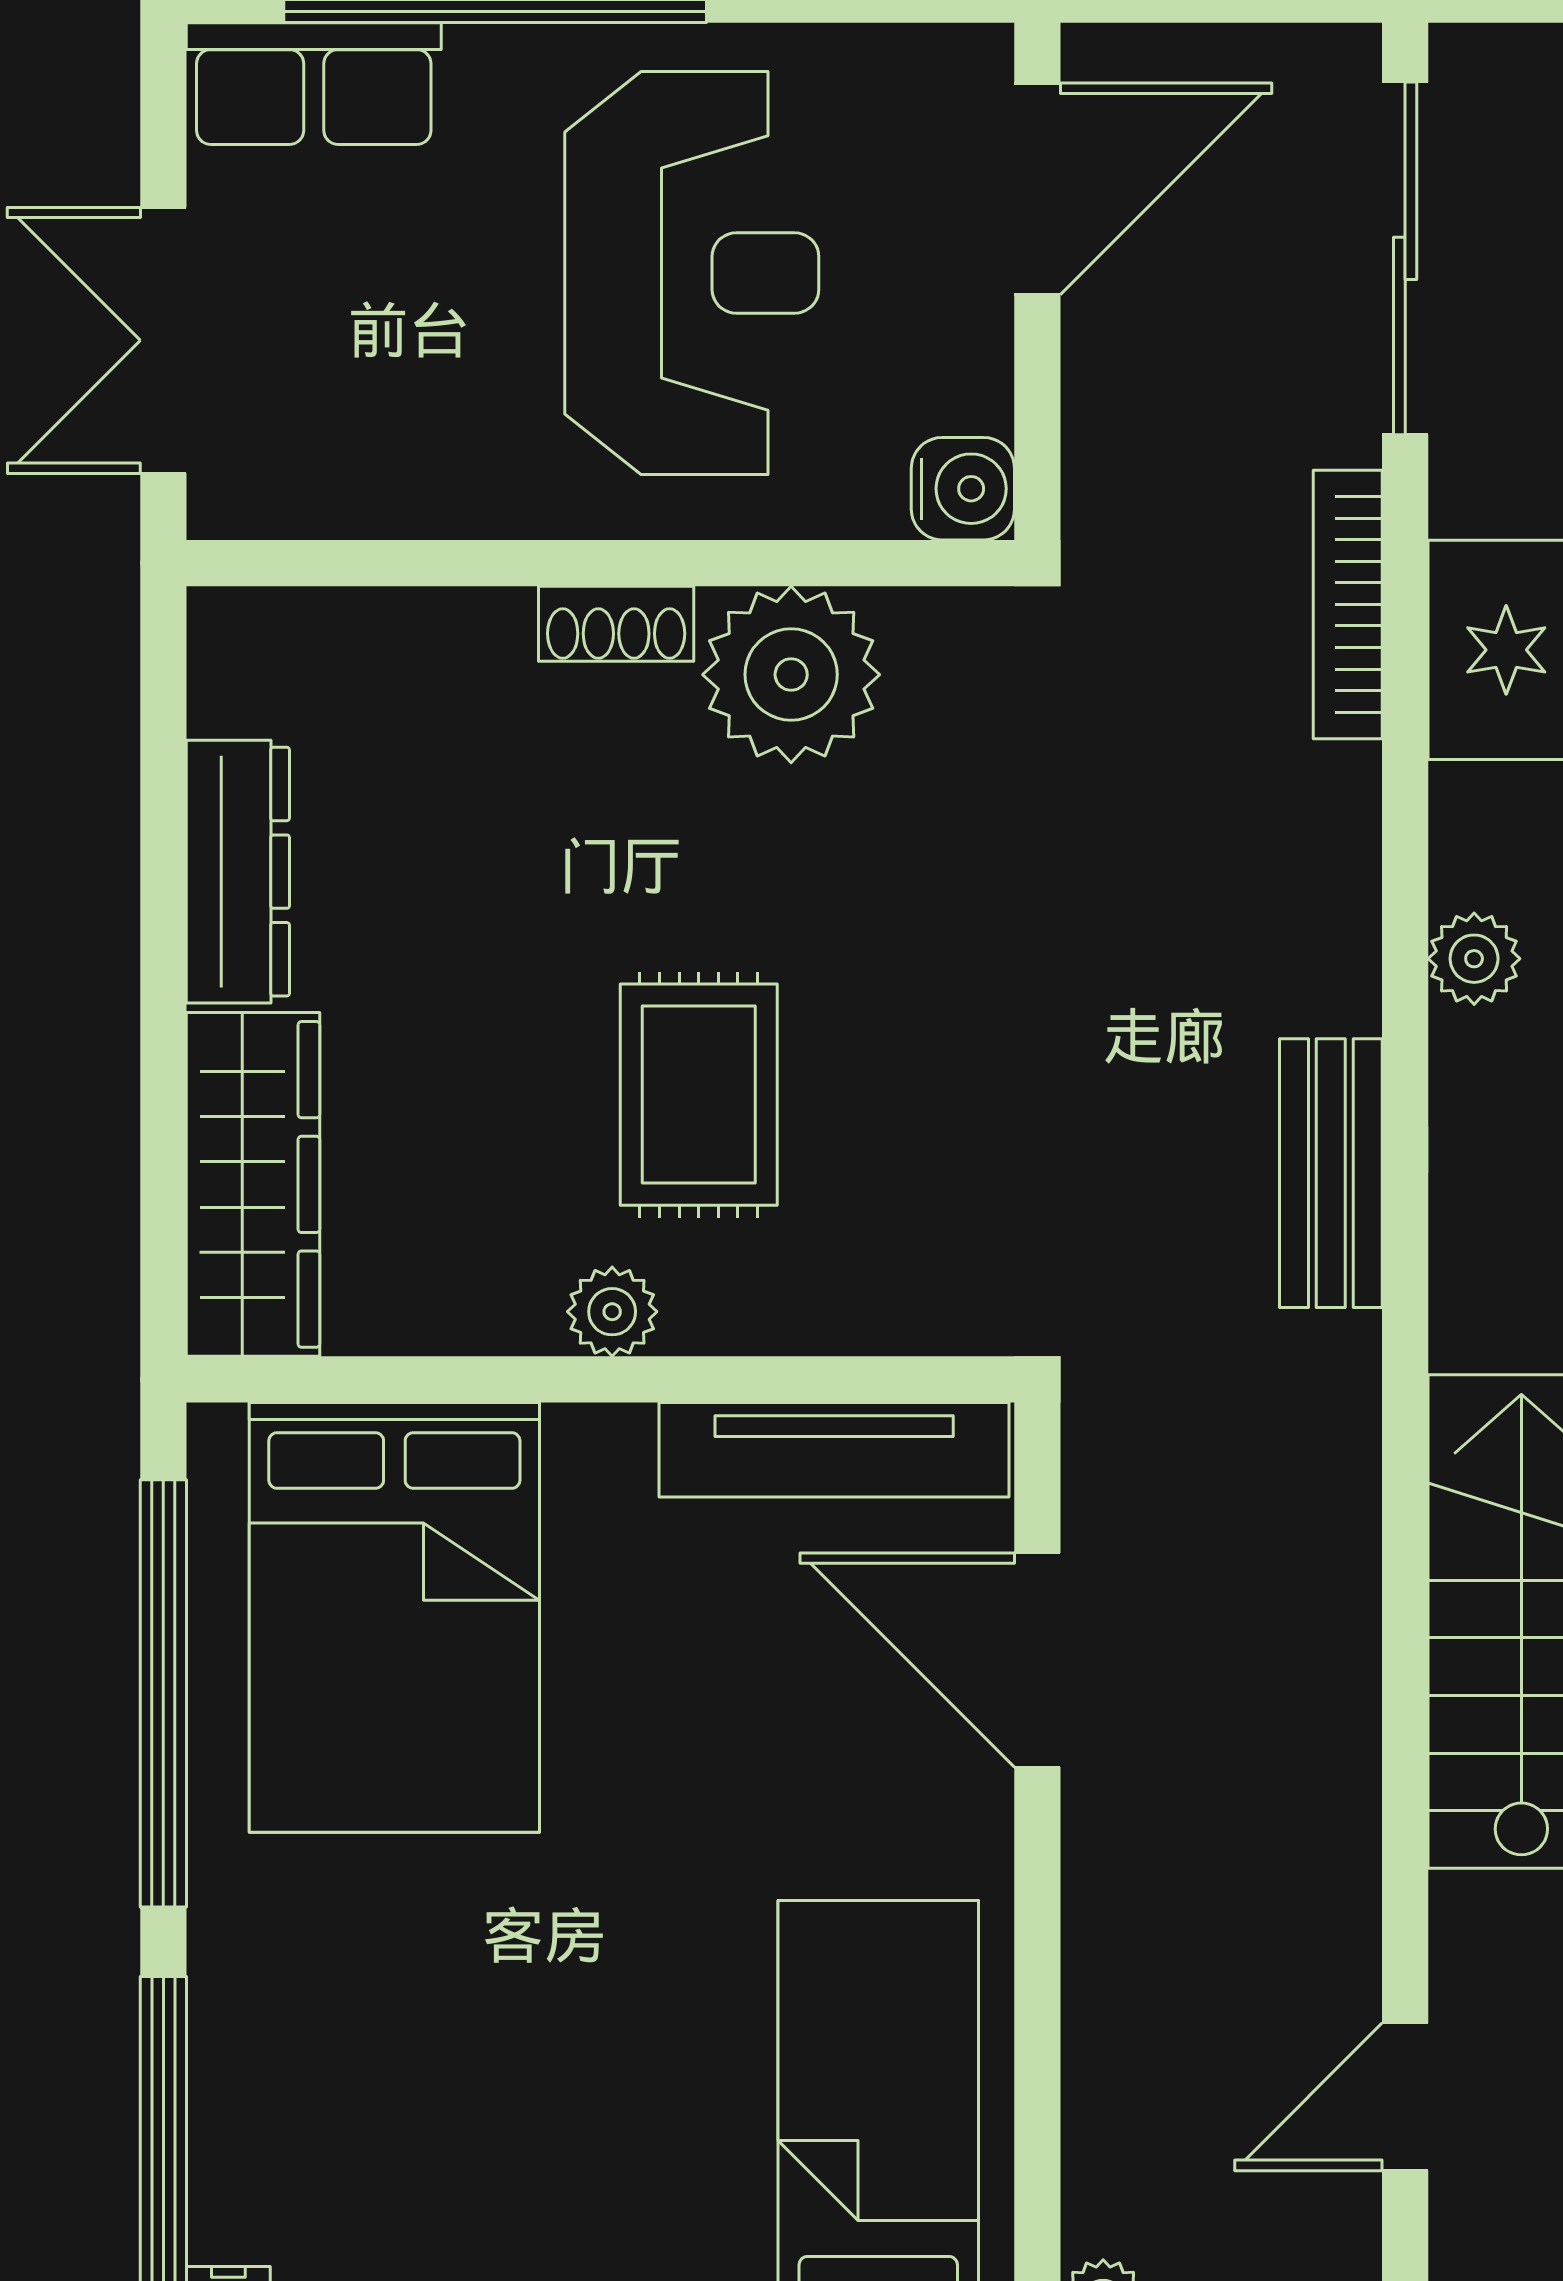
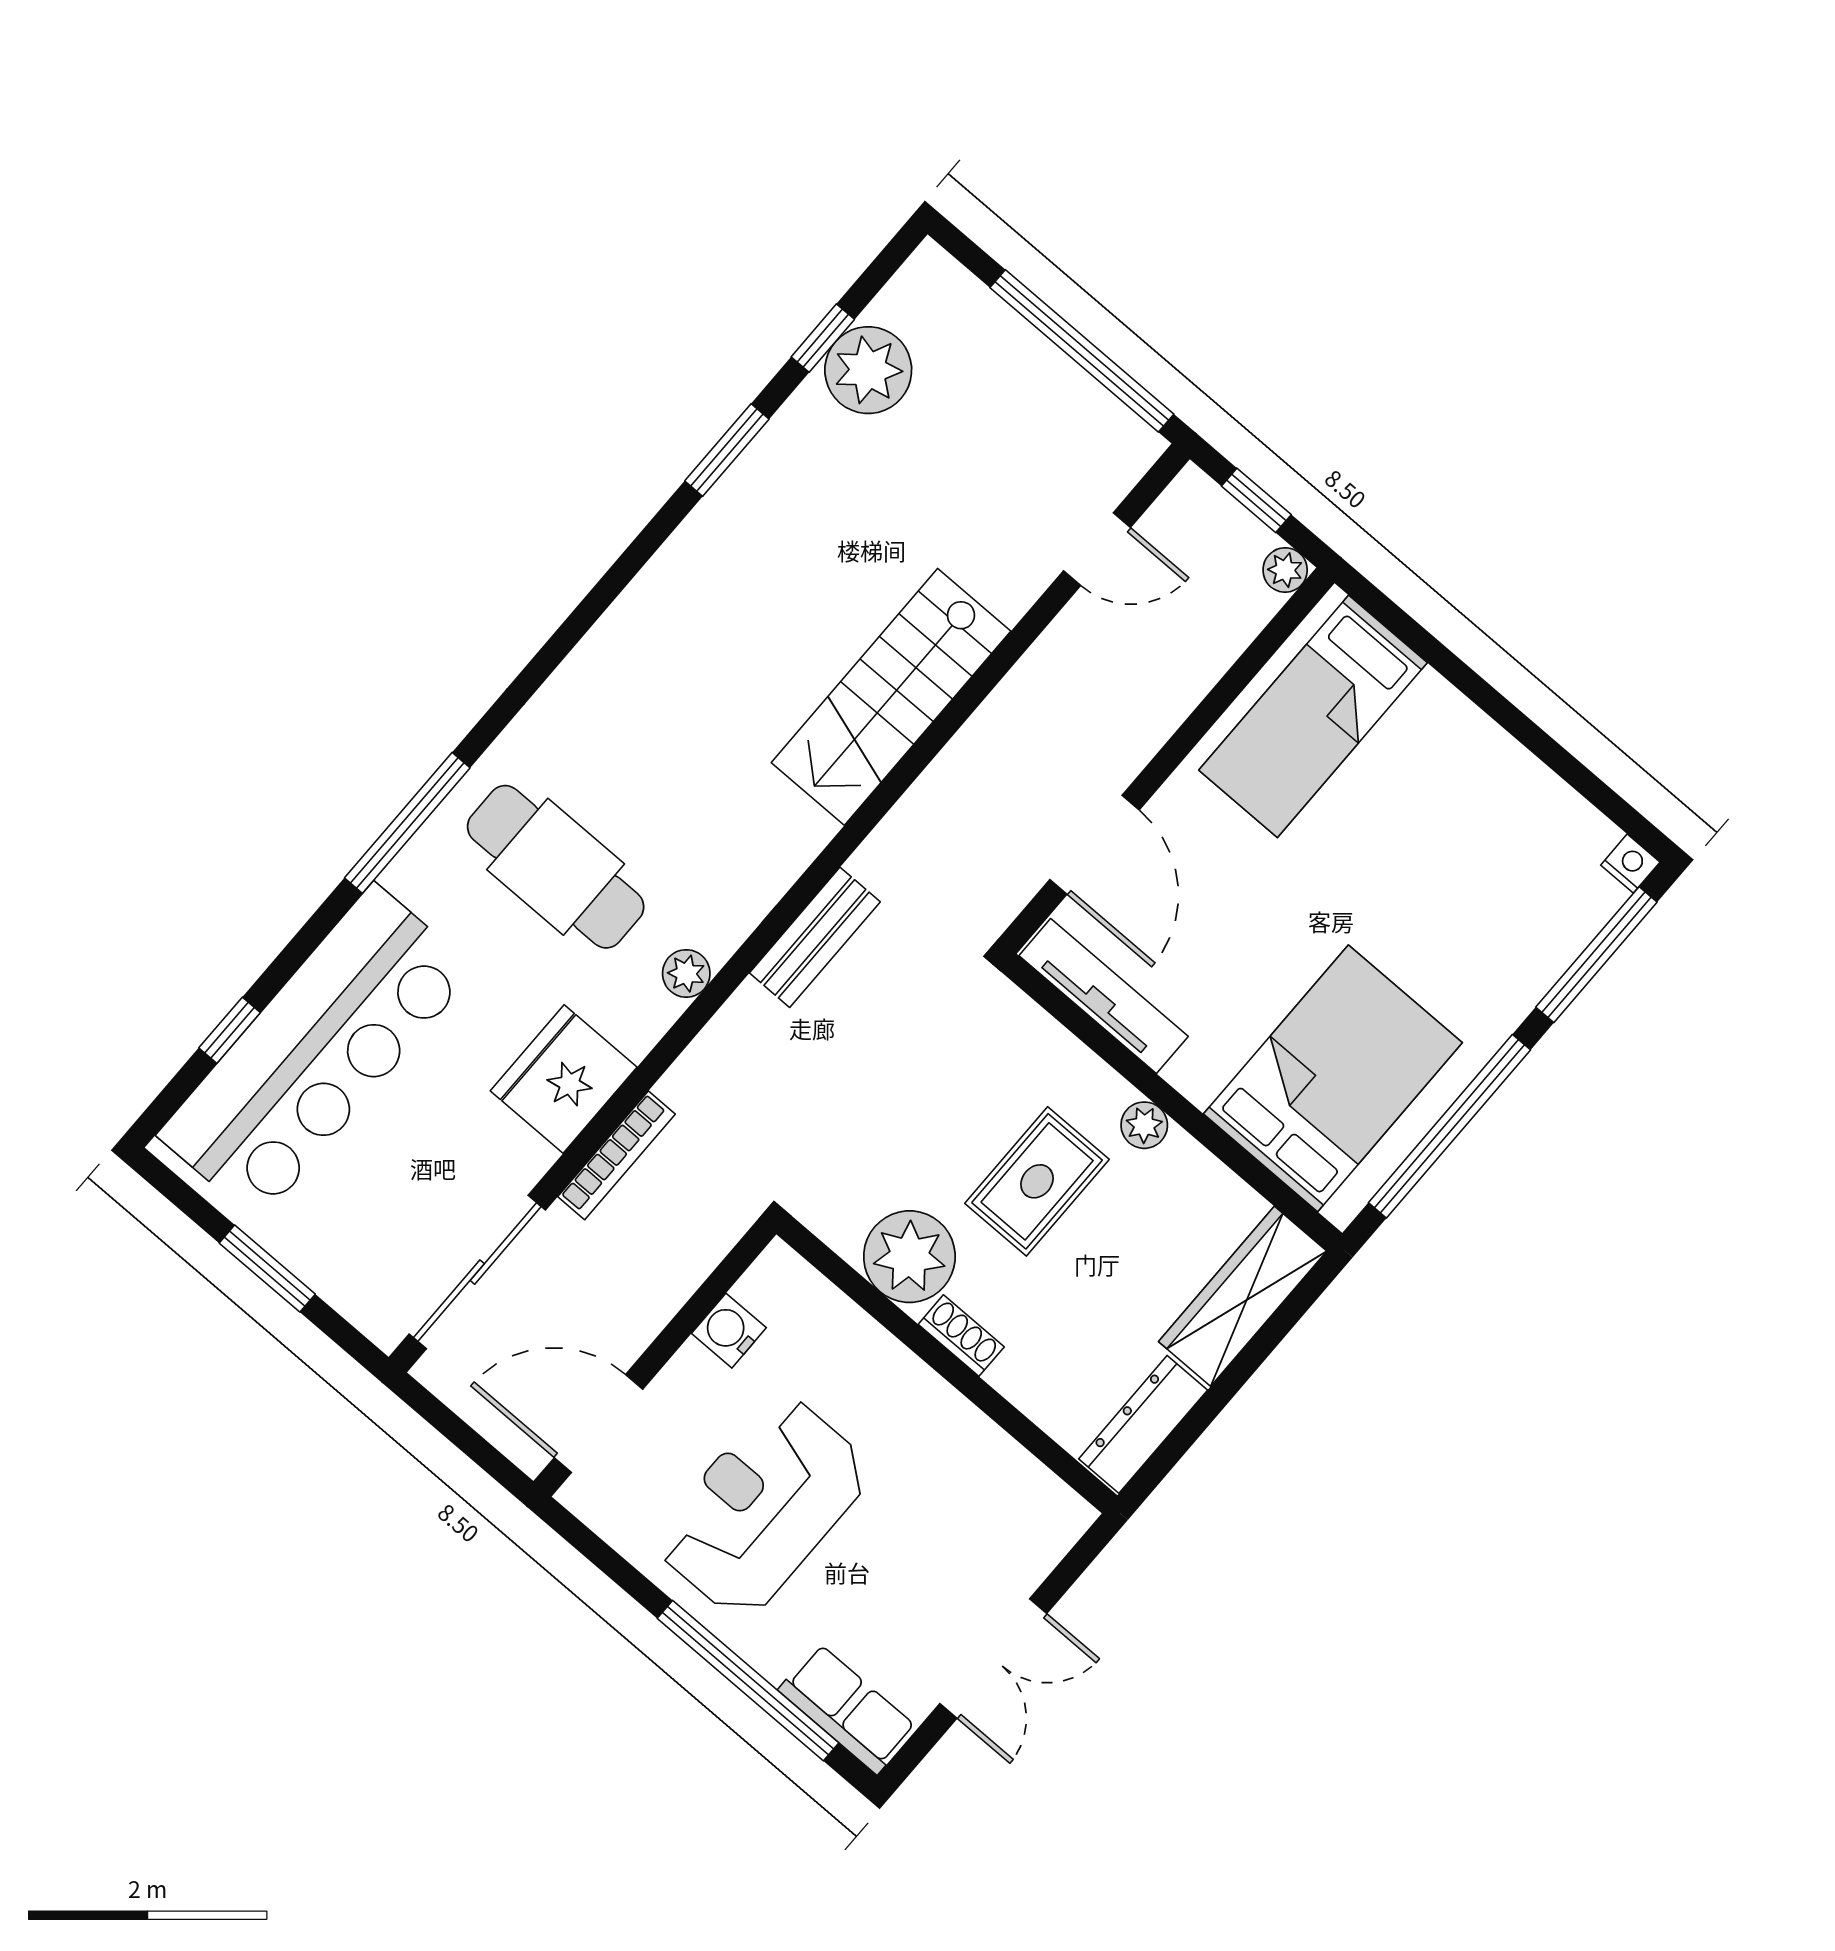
wall: (600, 563) -> (947, 1365), moved
shoe rack: (616, 624) -> (961, 1336), moved
plant: (791, 675) -> (909, 1257), moved

